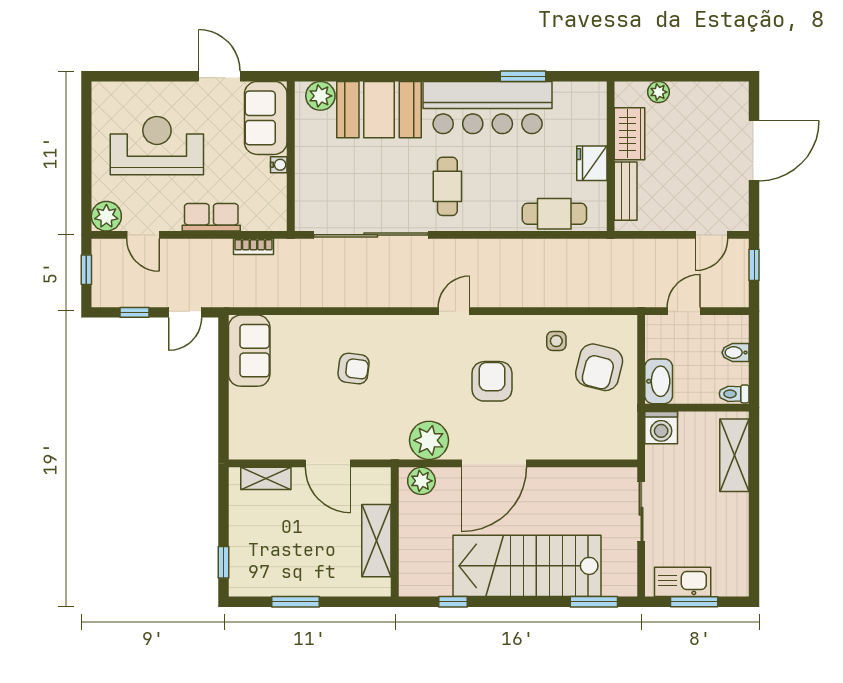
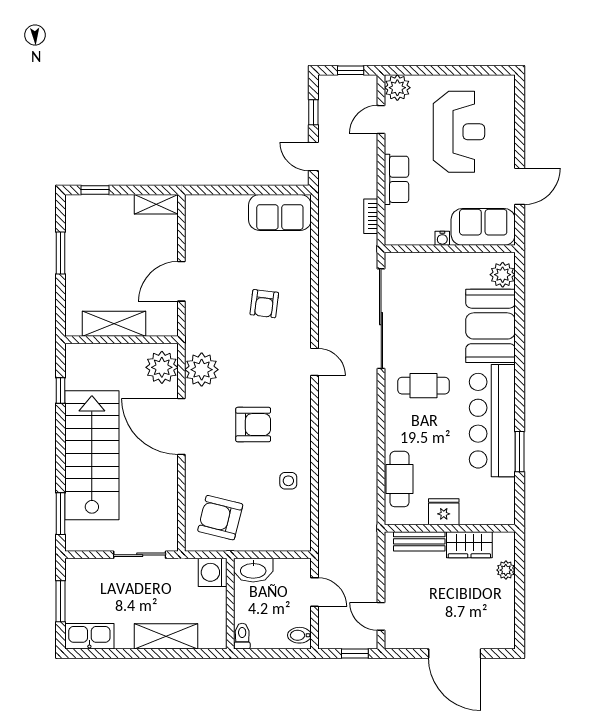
door: (454, 311) -> (314, 362), moved
bidet: (736, 353) -> (299, 635), moved, turned -90
armchair: (599, 367) -> (220, 518), moved
shelving: (734, 455) -> (166, 636), moved
shelving: (266, 478) -> (156, 204), moved, turned 90
plant: (421, 481) -> (162, 367), width x1.36, depth x1.36
kitchen sink: (683, 582) -> (89, 636), moved, turned -90

